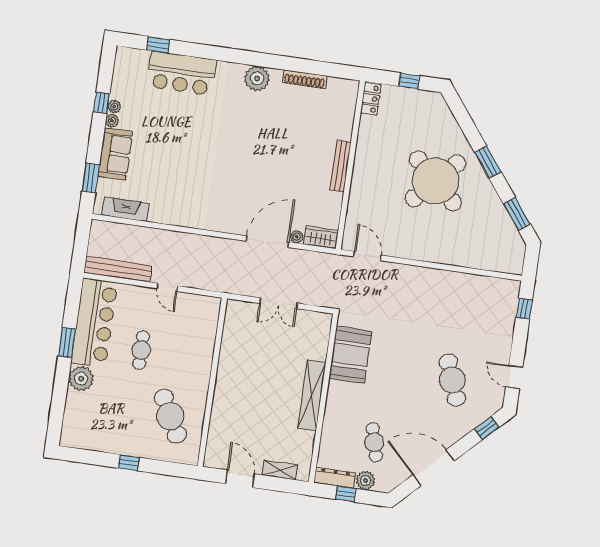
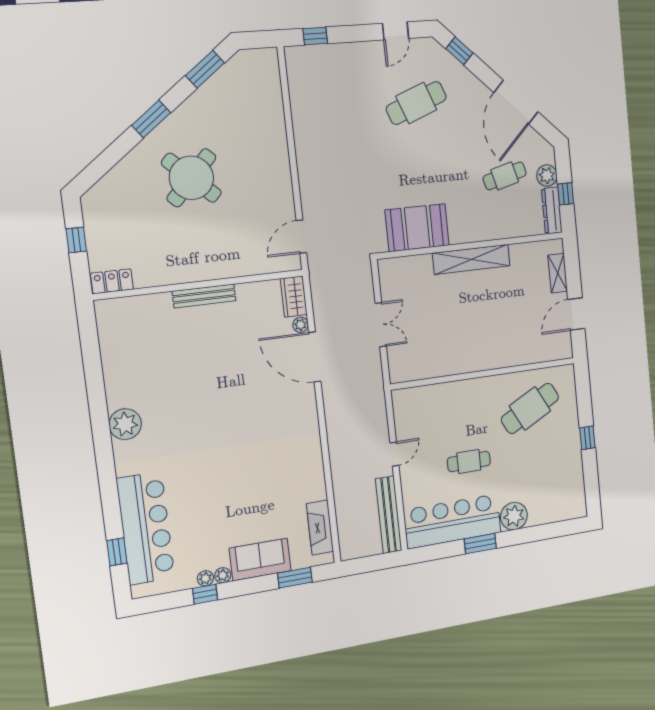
bar counter: (182, 73) -> (146, 528), width x1.36
shoe rack: (305, 79) -> (110, 367), removed
round table: (435, 181) -> (191, 178), width x0.73, depth x0.73

